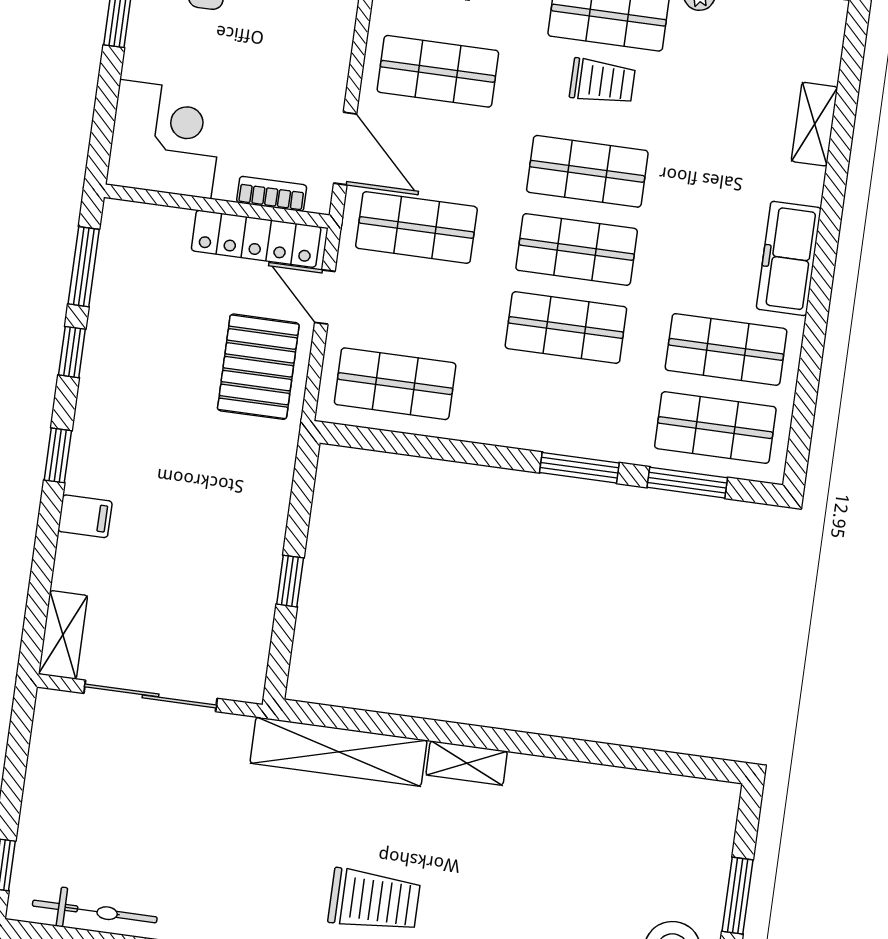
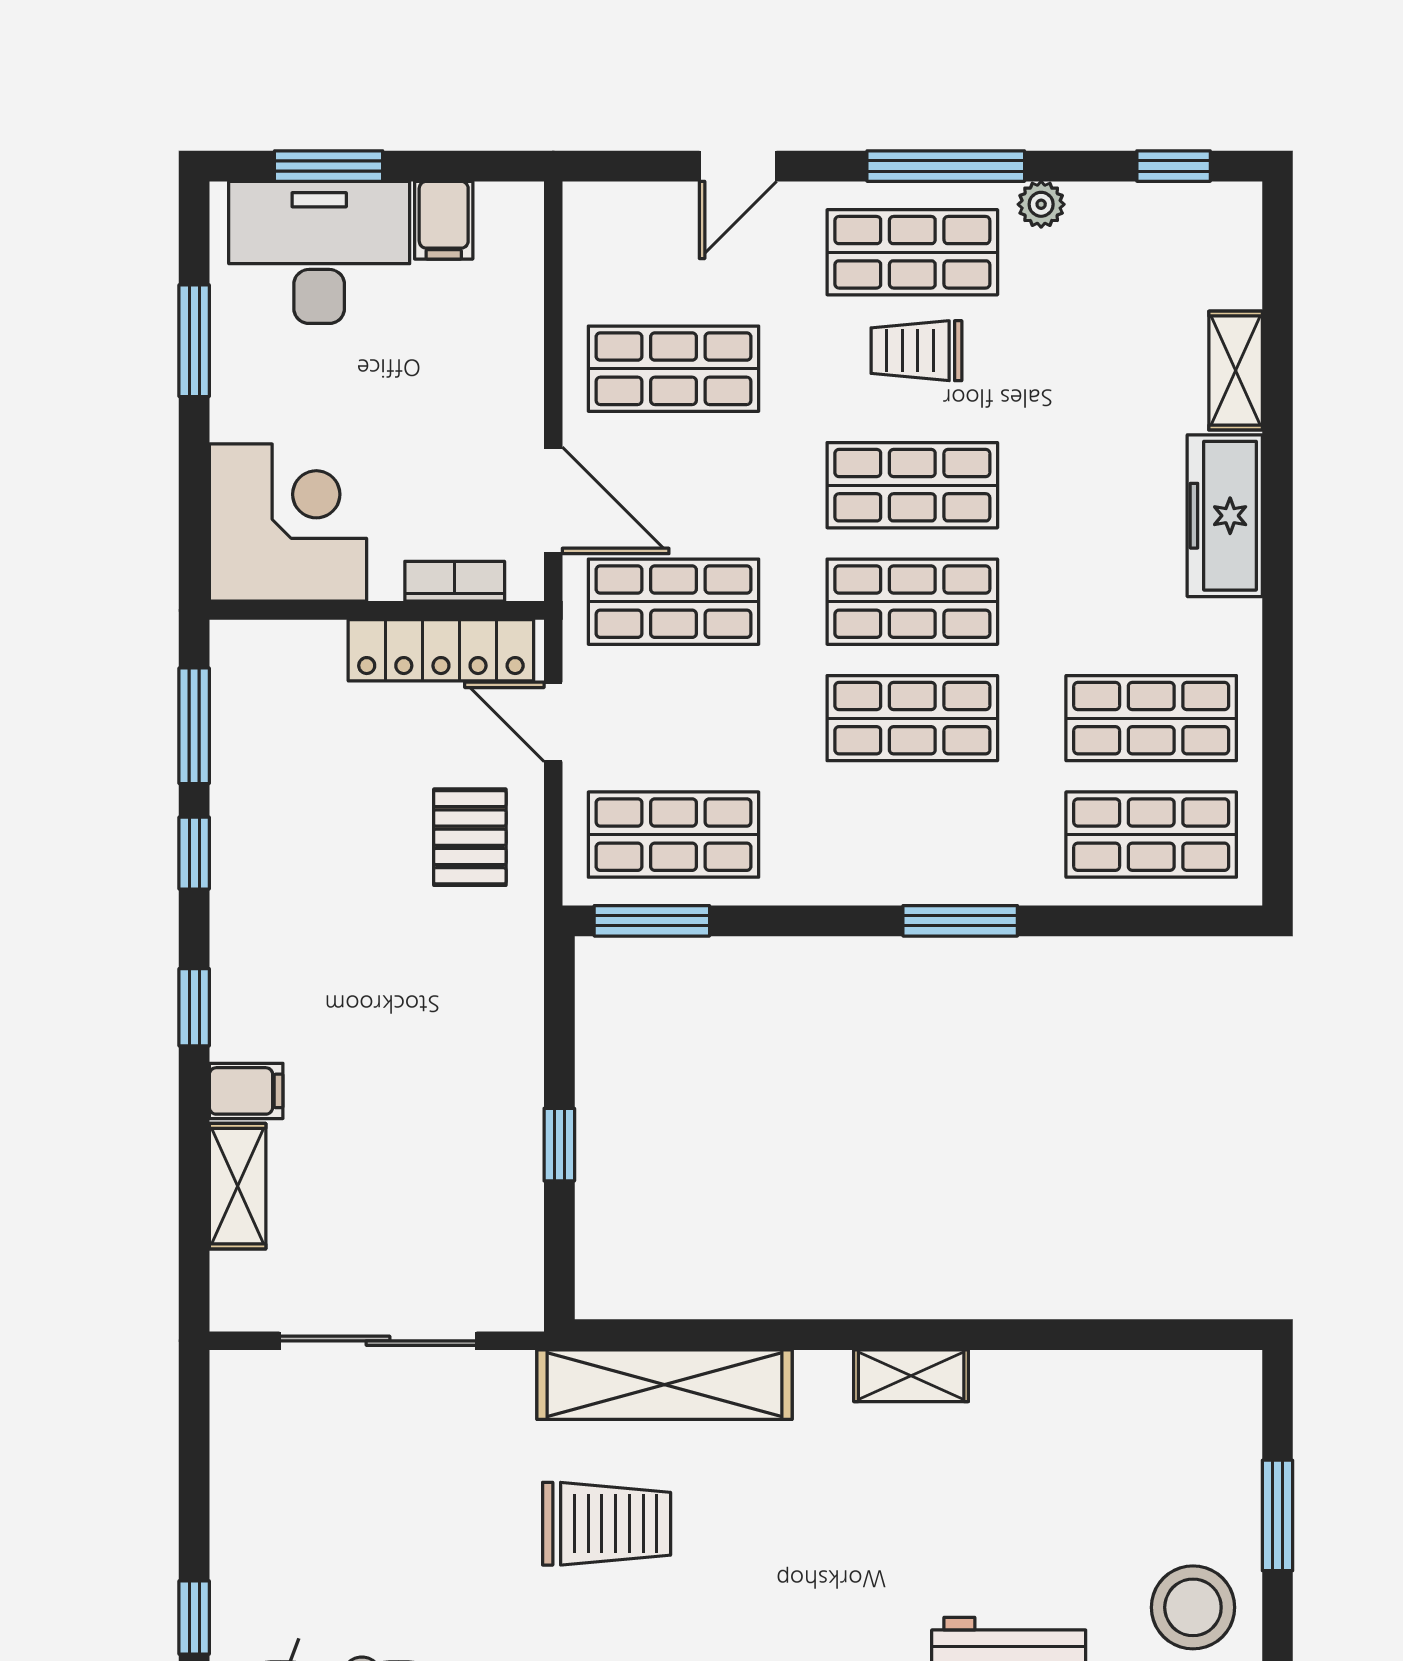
trolley: (602, 82) -> (916, 351), turned 180
freezer: (789, 258) -> (1225, 516), moved
pallet: (258, 367) -> (470, 837), width x0.67, depth x0.71
window: (687, 483) -> (652, 921), moved
shelving: (63, 635) -> (238, 1186), moved
shelving: (467, 763) -> (911, 1376), moved
trolley: (374, 900) -> (607, 1524), moved

